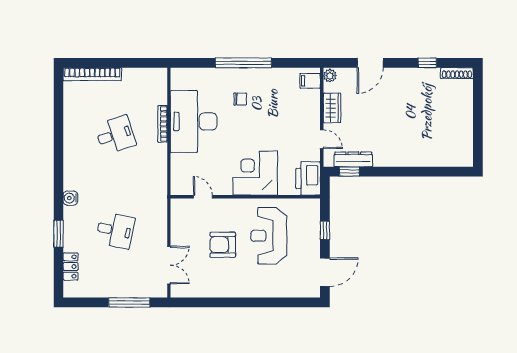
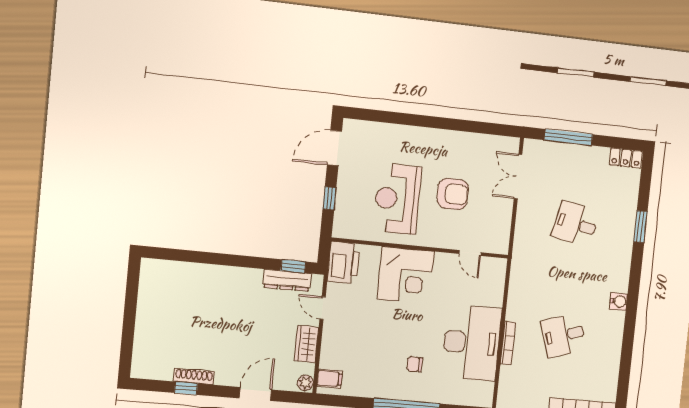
shoe rack: (457, 73) -> (194, 376), moved
water cooler: (70, 198) -> (619, 301), moved
reception desk: (269, 236) -> (397, 199), turned 180
locker: (71, 267) -> (626, 158), moved, turned -90

